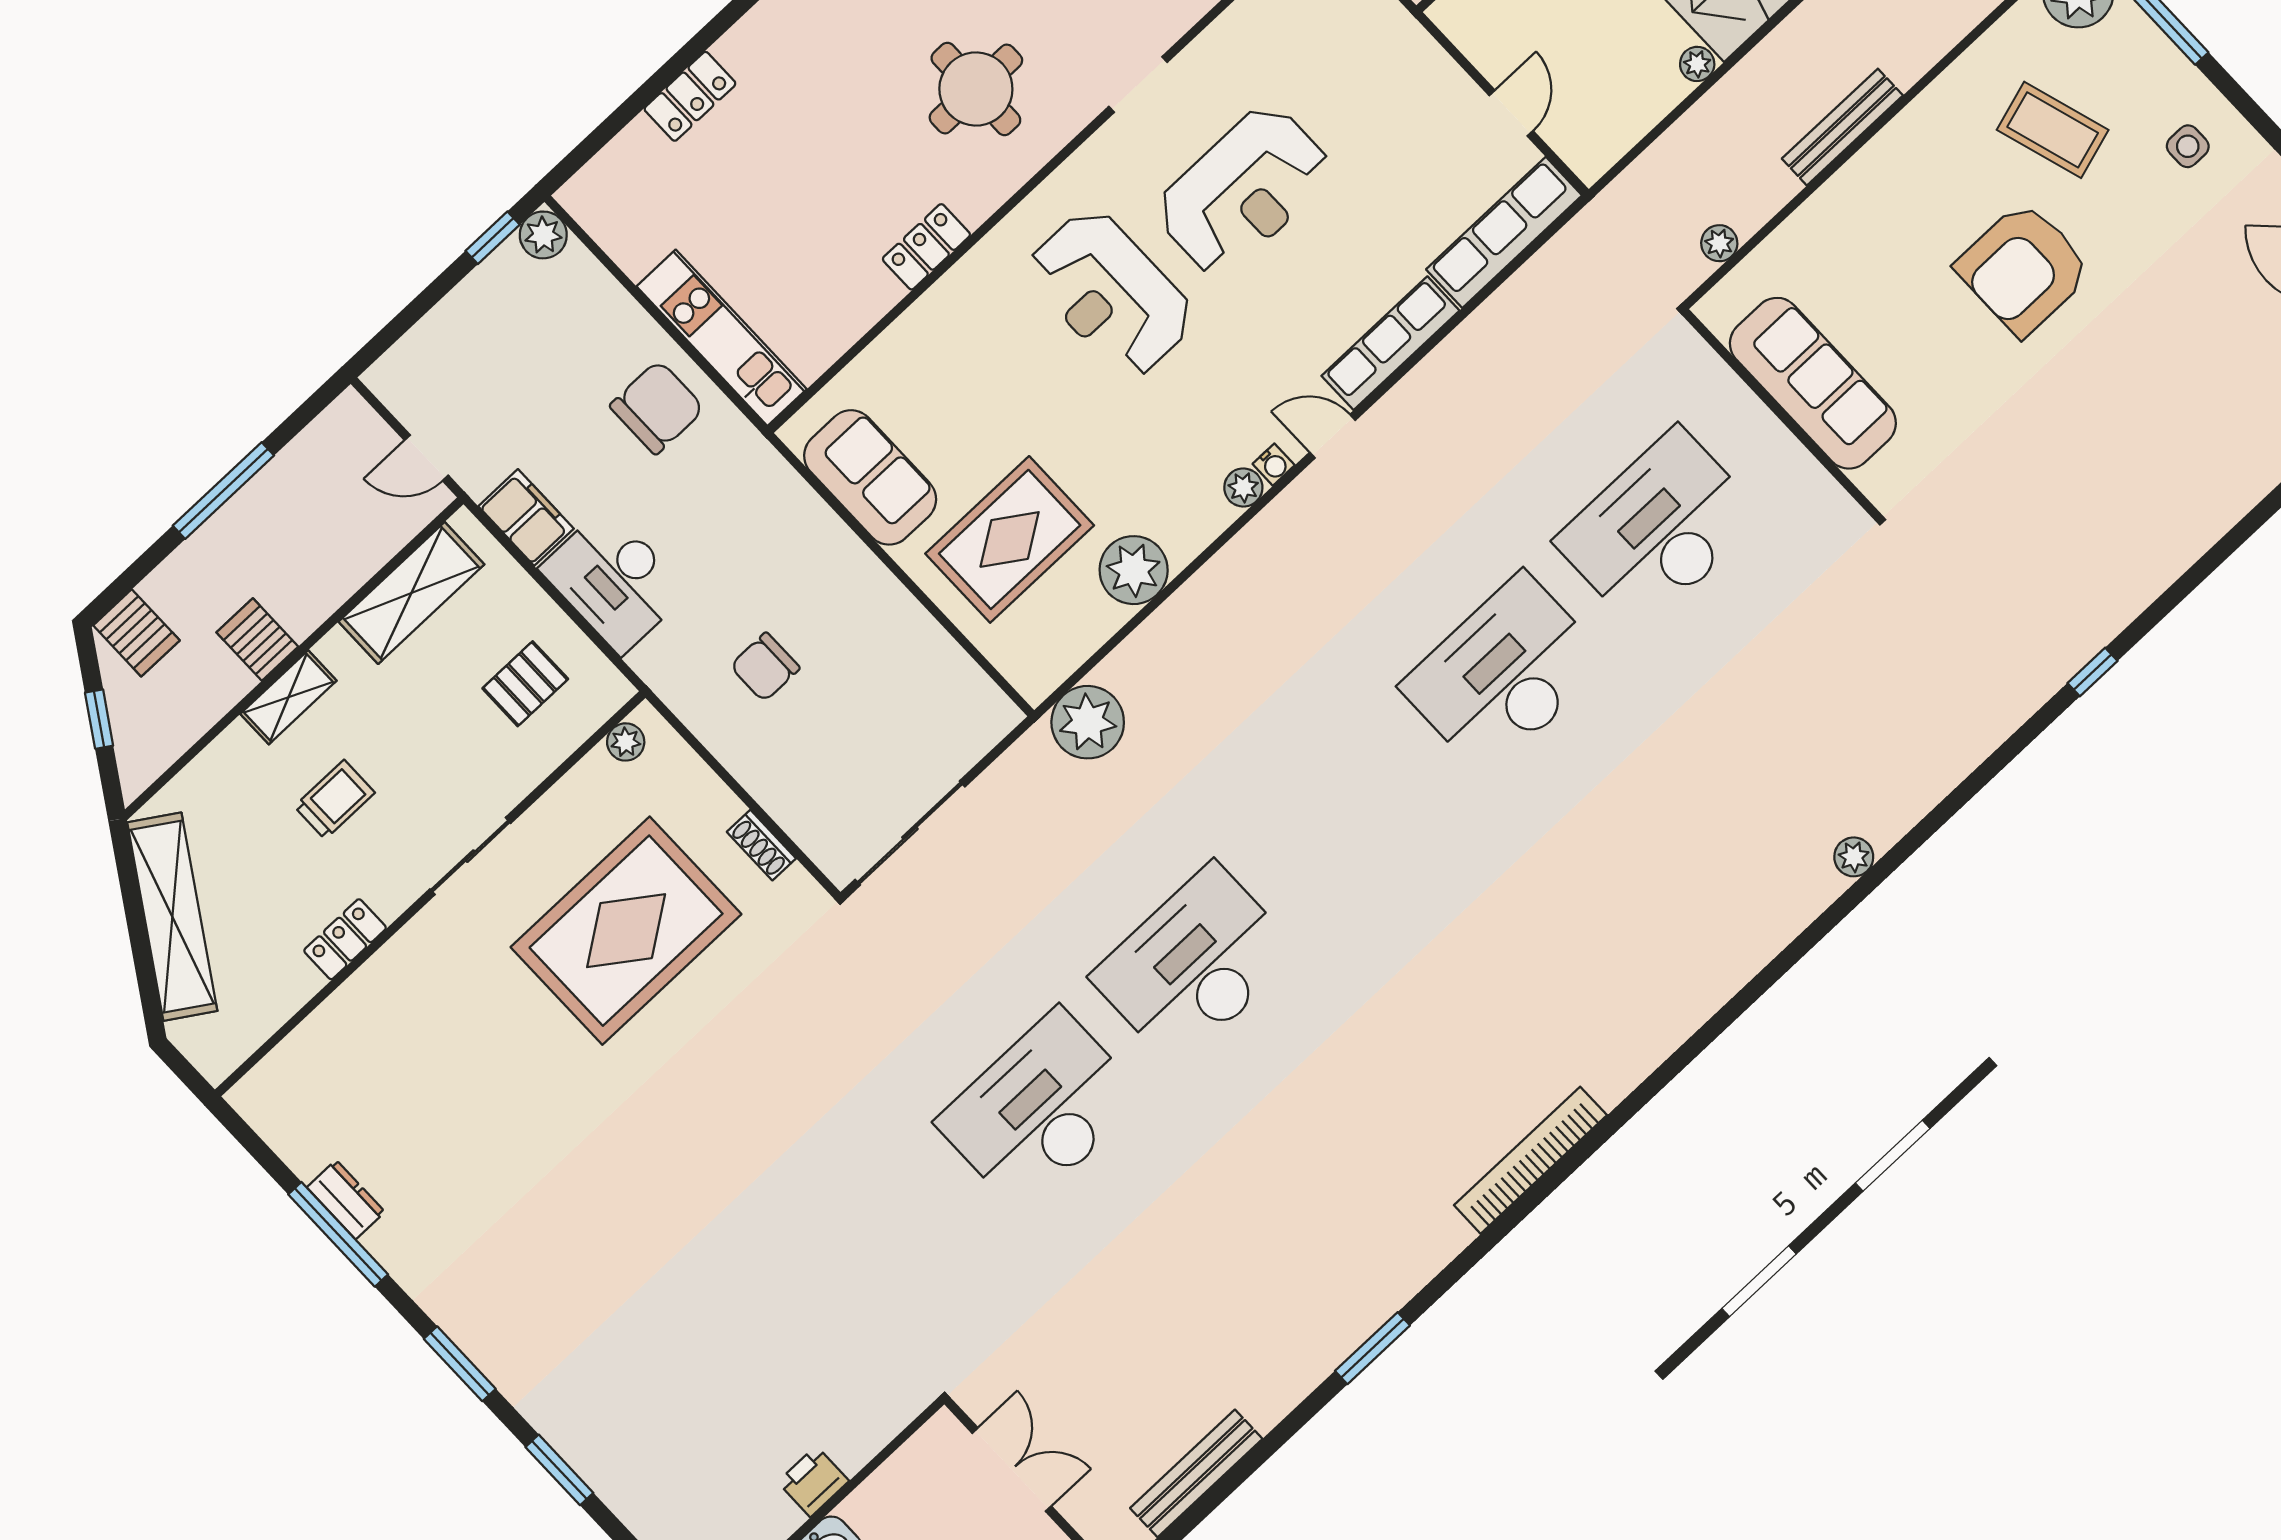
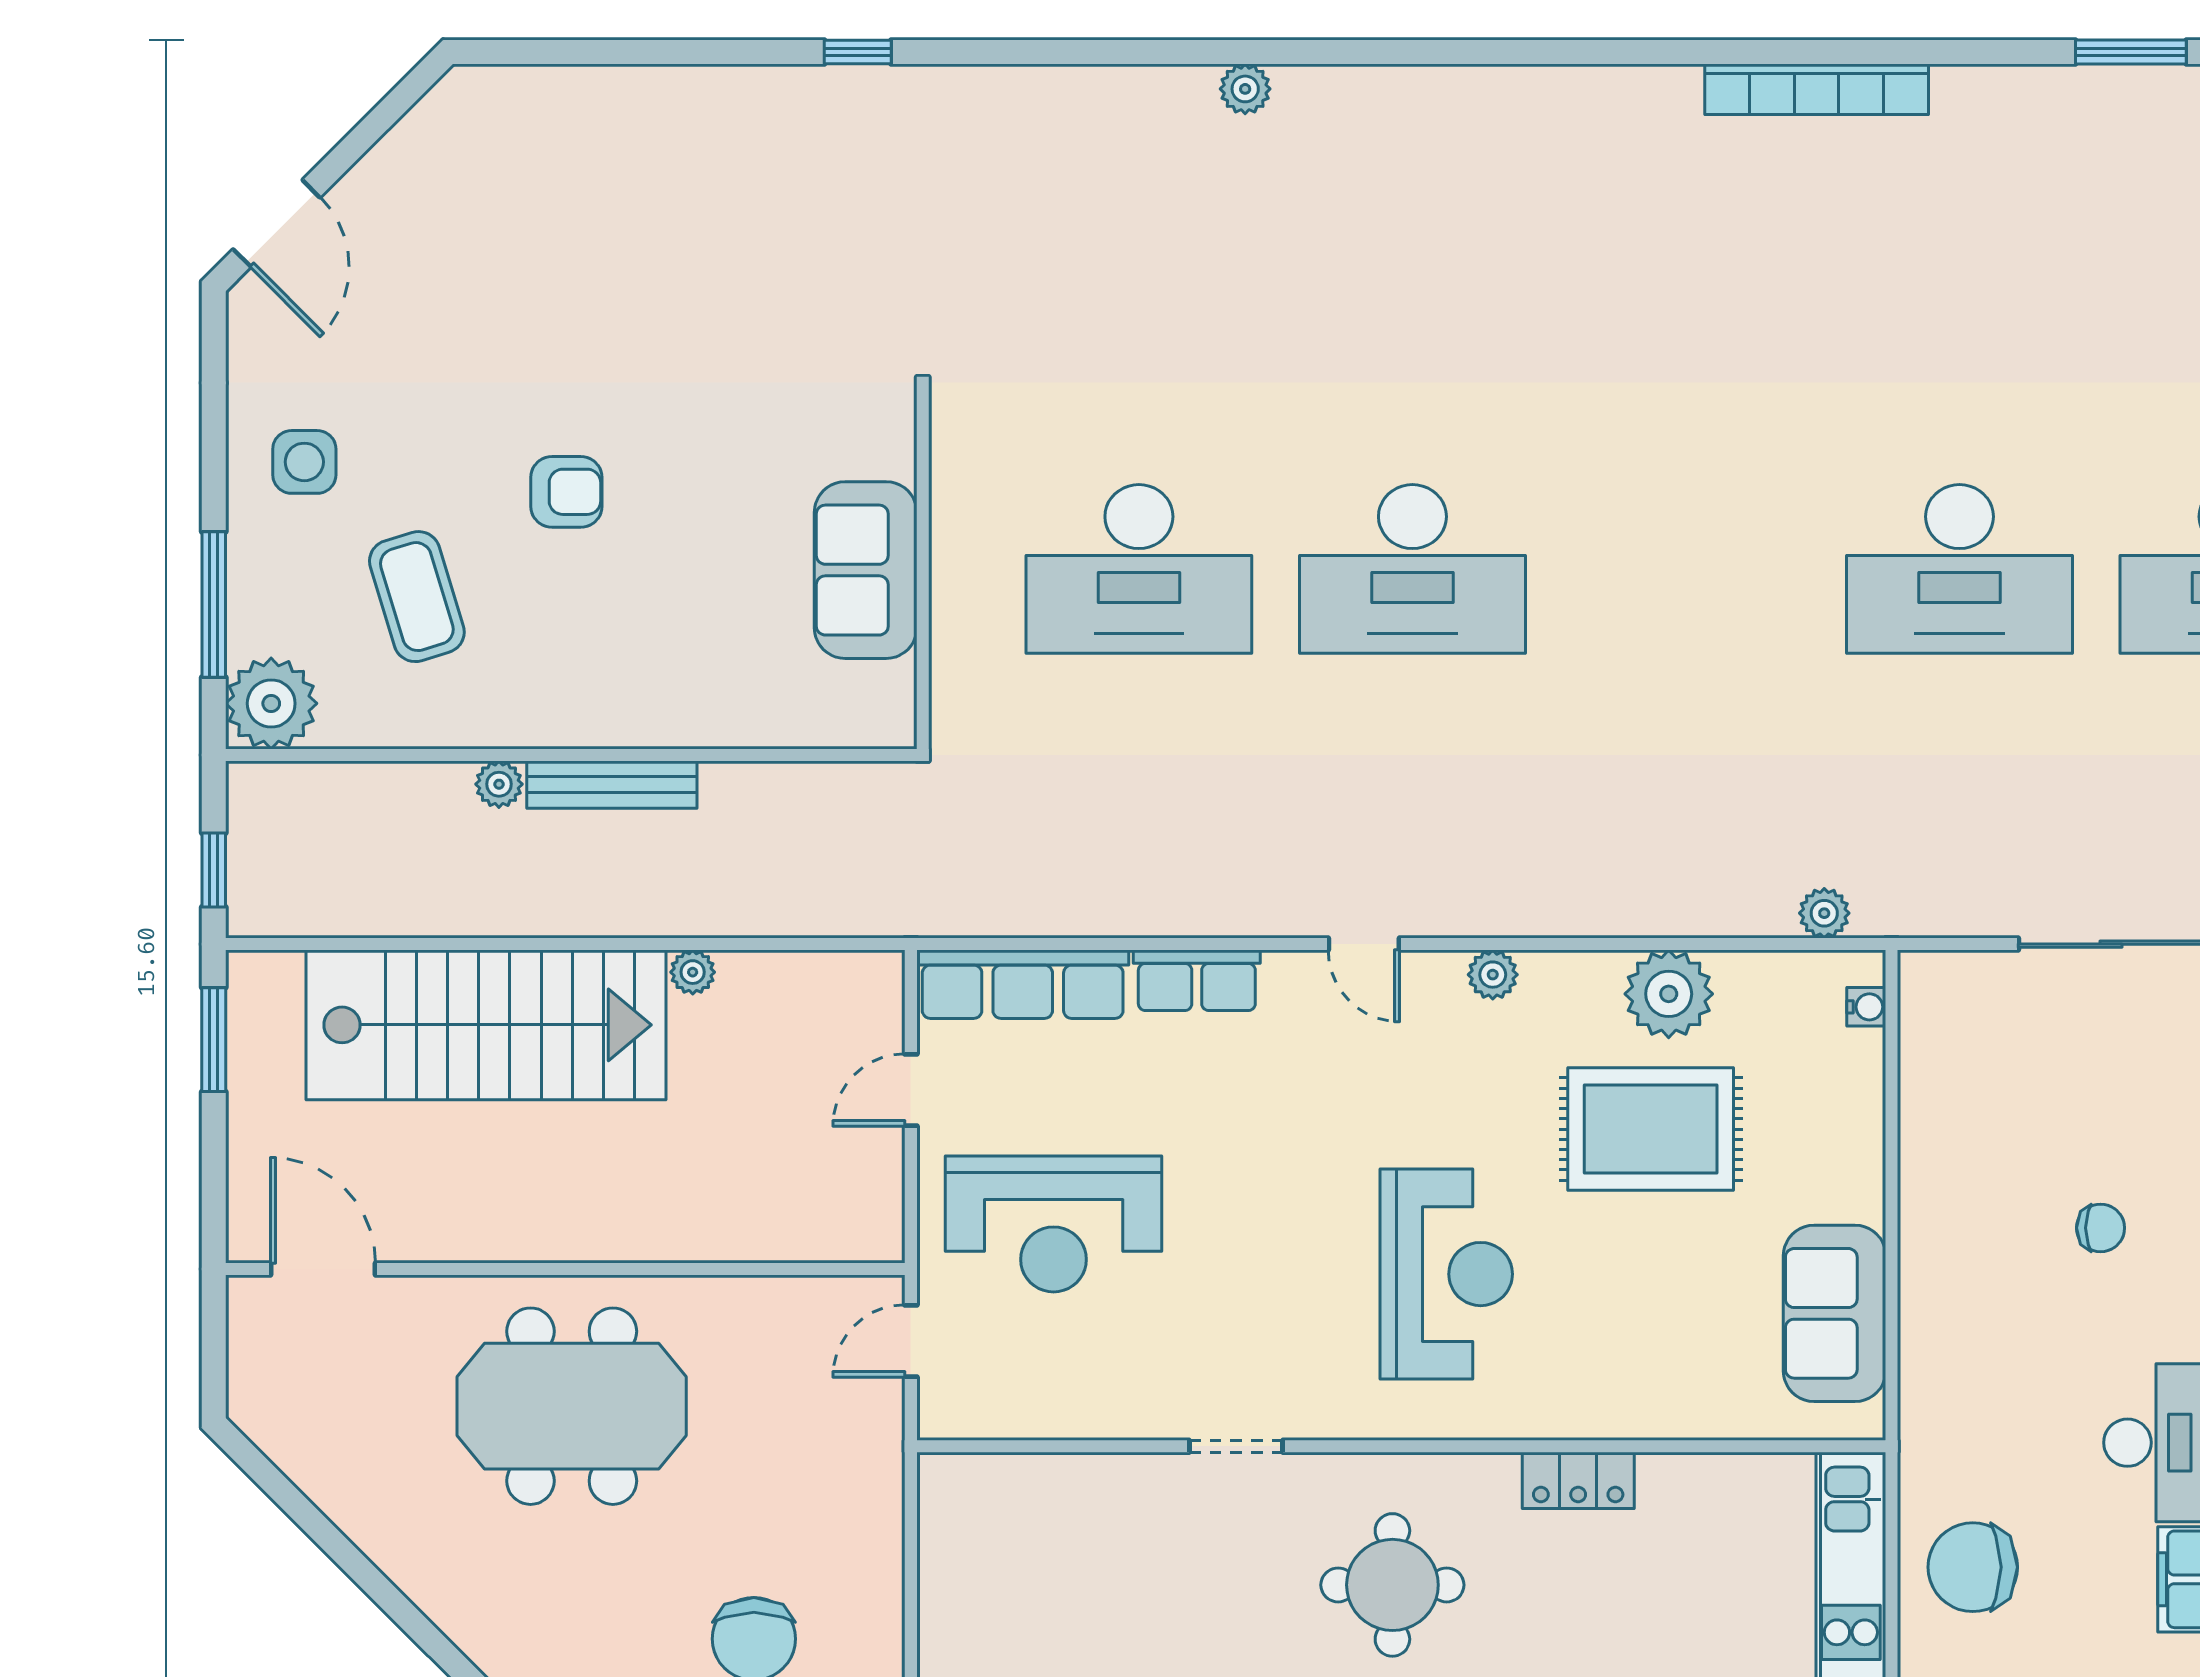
side table: (2188, 146) -> (304, 462), width x1.37, depth x1.37
reception desk: (1244, 191) -> (1054, 1224), moved, turned 180
plant: (1719, 243) -> (499, 784), moved
armchair: (2024, 269) -> (566, 492), width x0.53, depth x0.53
row of seats: (1391, 343) -> (1197, 980), width x0.68
sofa: (1813, 383) -> (866, 570), width x0.73
water cooler: (1274, 465) -> (1866, 1007), moved, turned 90
rug: (1010, 539) -> (1651, 1129), moved
chair: (765, 667) -> (2101, 1228), width x0.73, depth x0.73
plant: (1088, 722) -> (1824, 913), width x0.53, depth x0.53

